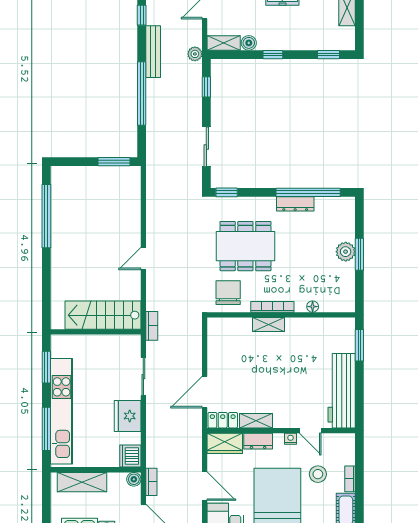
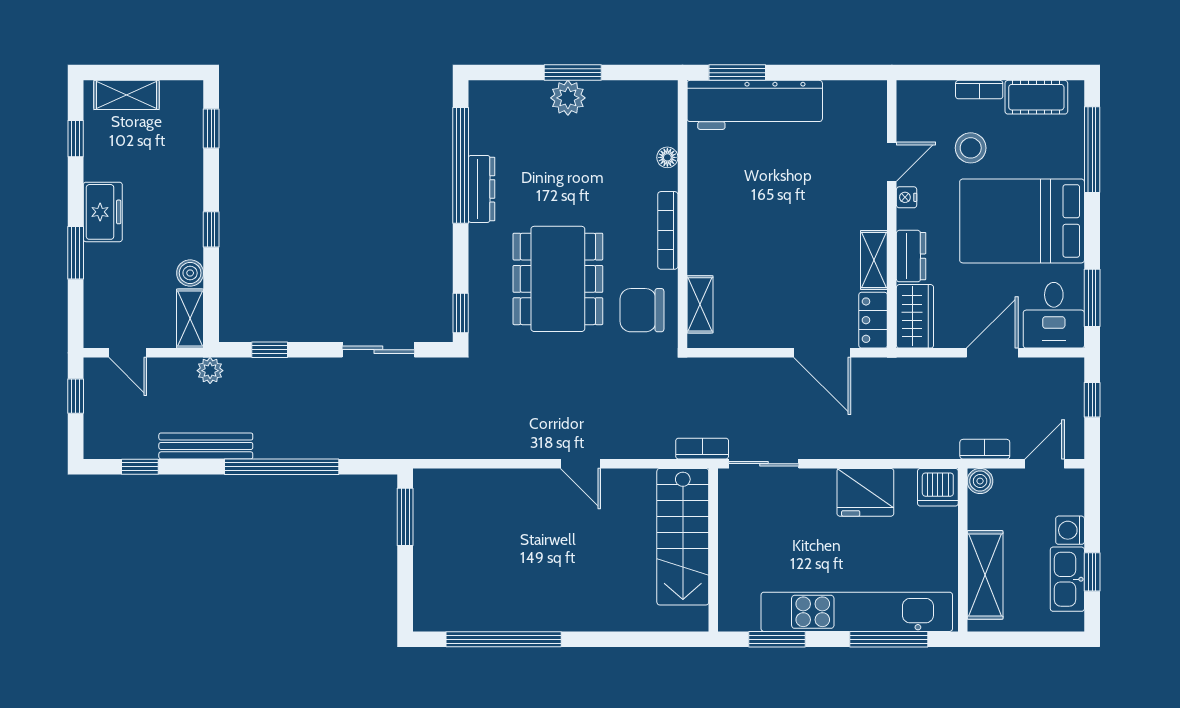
shelving: (269, 325) -> (700, 304), moved
sliding door: (143, 377) -> (764, 464), moved
workbench: (342, 391) -> (755, 105), moved

